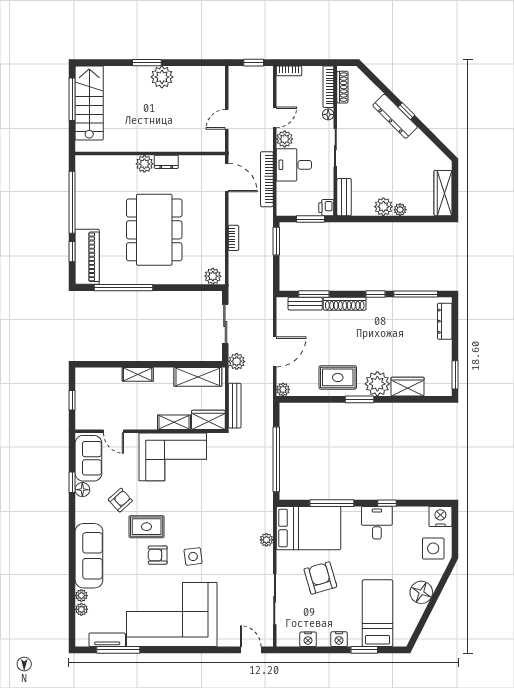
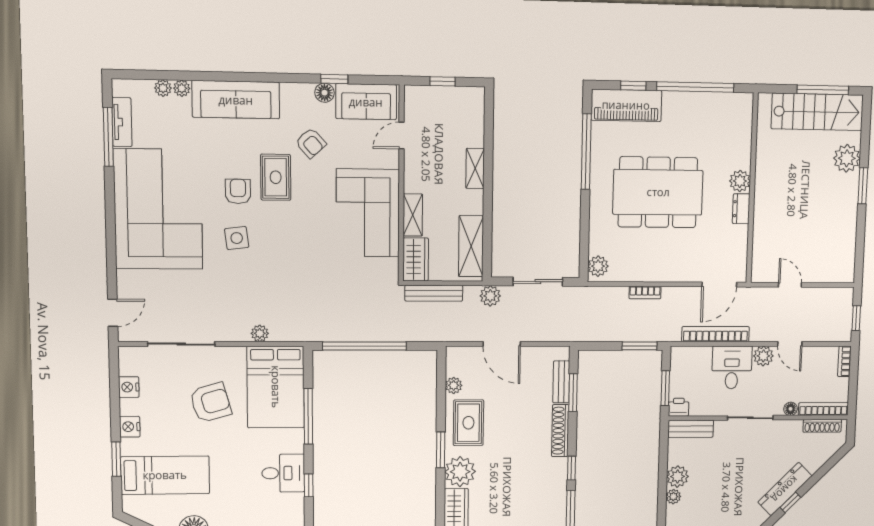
plant: (162, 77) -> (847, 158), moved
plant: (283, 390) -> (454, 385), moved

